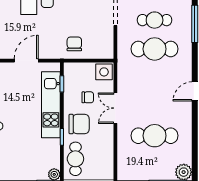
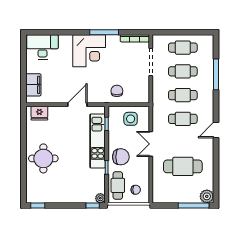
cafe table: (155, 49) -> (183, 95), width x0.73, depth x0.74
side table: (104, 72) -> (131, 119), moved
cafe table: (155, 78) -> (183, 119), added
chair: (88, 97) -> (136, 190), moved

